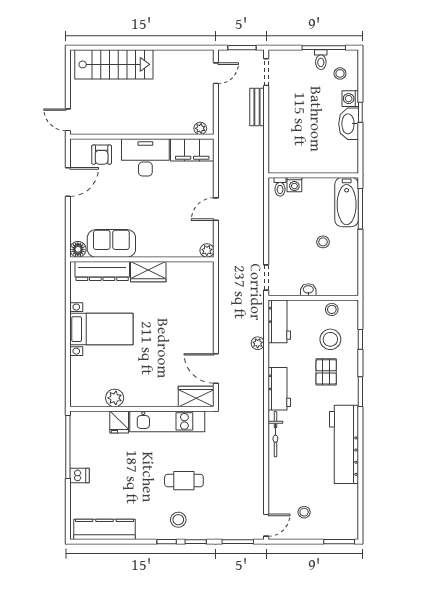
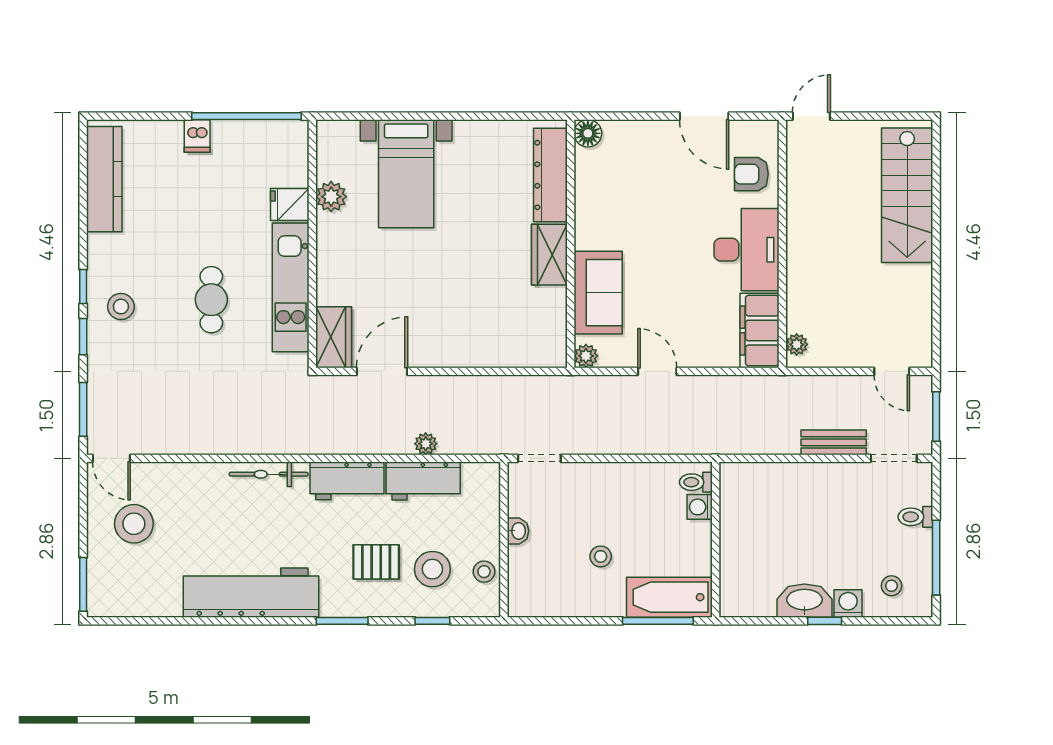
toilet: (321, 60) -> (915, 517), moved
sofa: (111, 243) -> (598, 293), moved
workbench: (279, 321) -> (423, 481), moved
bed with nightstands: (101, 329) -> (406, 174), moved
cafe table: (184, 481) -> (211, 300), moved
stool: (304, 512) -> (134, 524), width x1.89, depth x1.89

